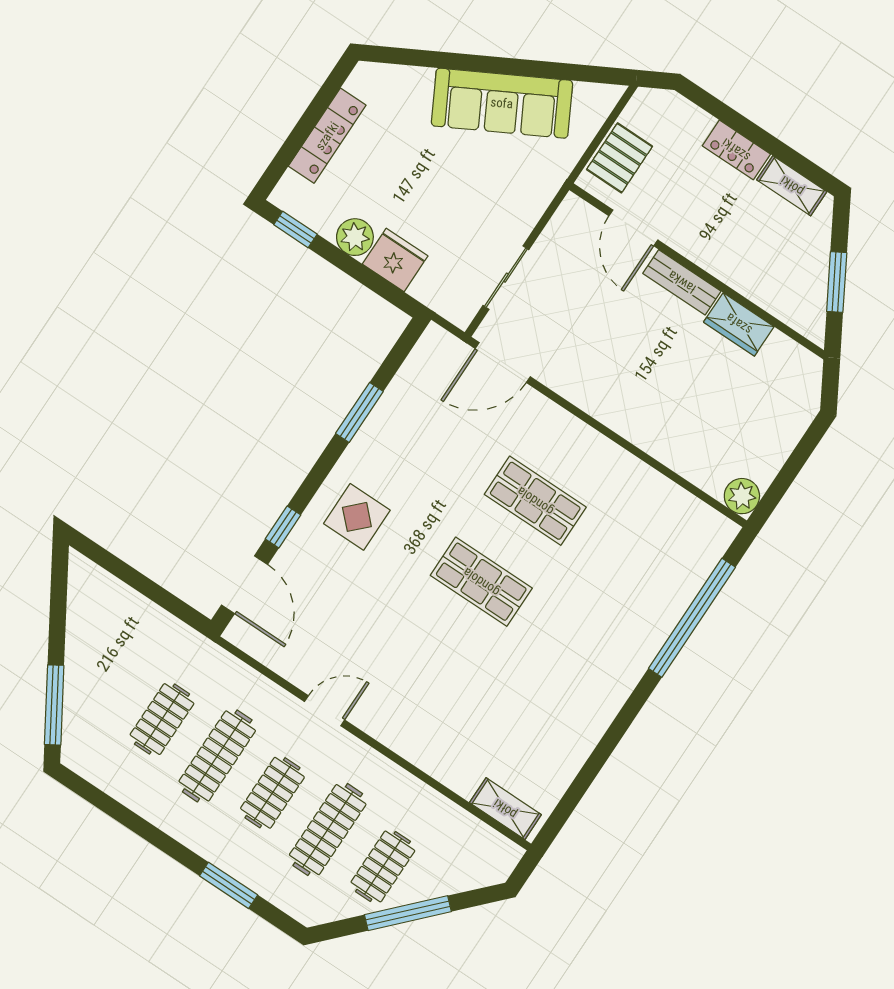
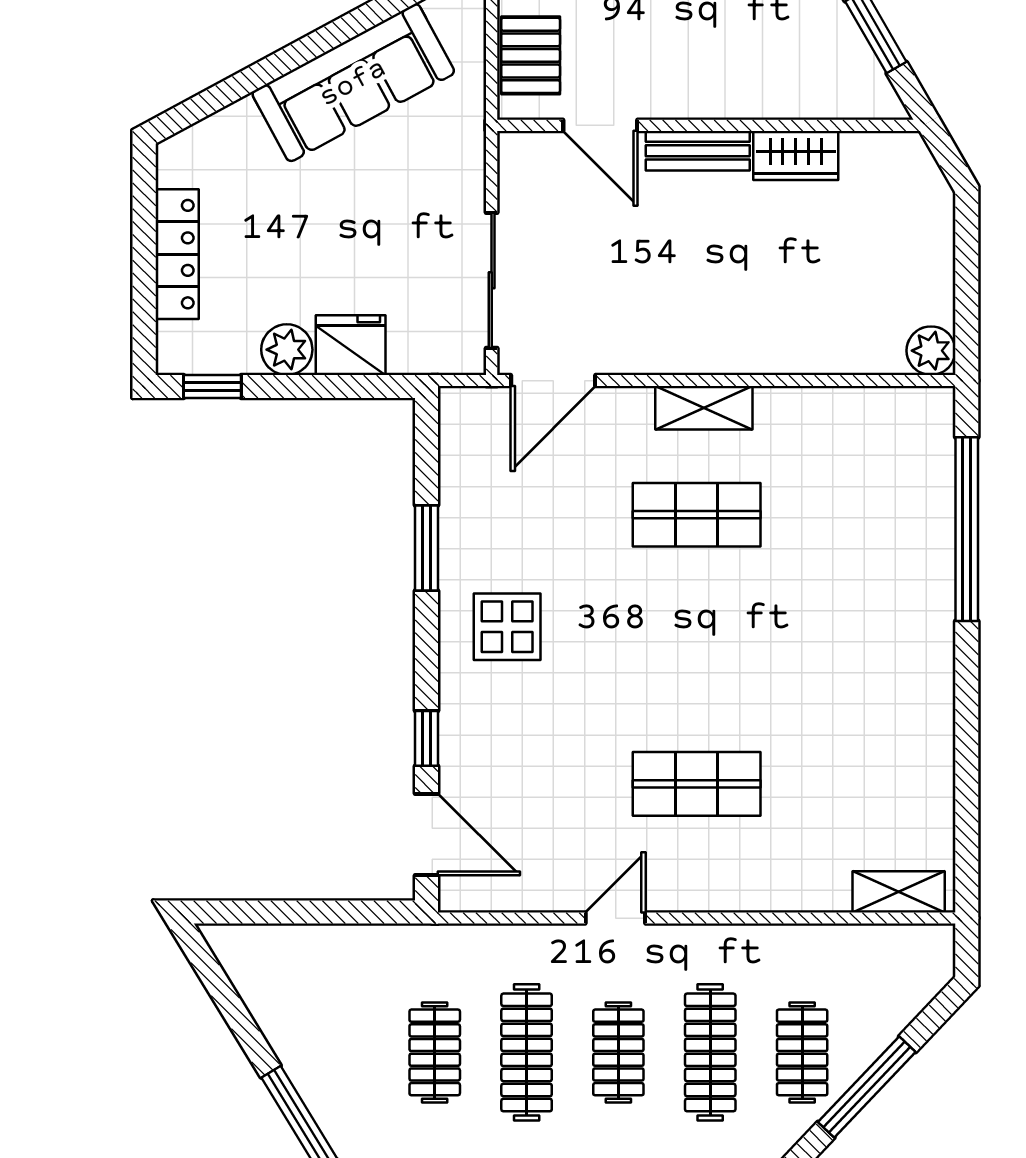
sliding door: (506, 278) -> (492, 280), width x1.37
shelving: (582, 439) -> (704, 408), added
display table: (357, 517) -> (507, 627), moved
shop shelf: (481, 582) -> (697, 784), moved

